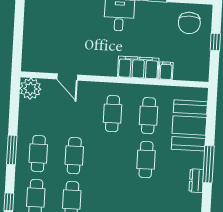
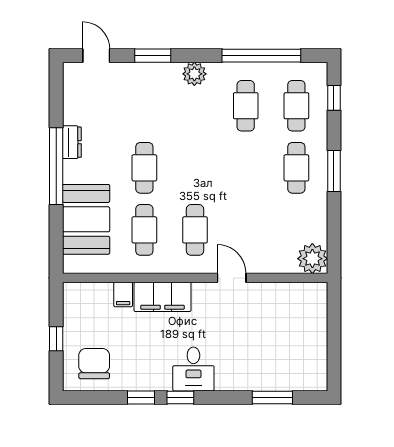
door: (67, 77) -> (232, 278), moved
cafe table: (74, 156) -> (246, 168), removed
window: (208, 164) -> (56, 166), width x1.46

